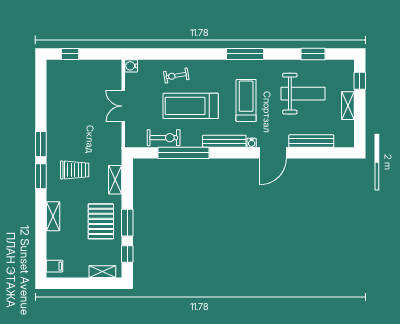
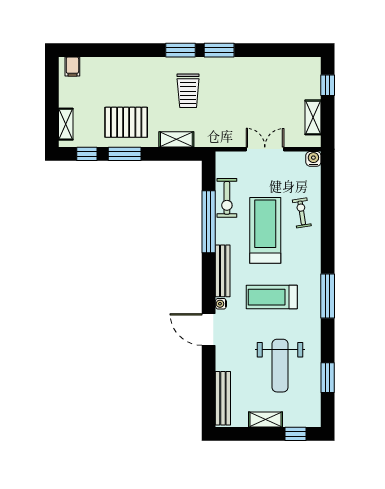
treadmill: (246, 100) -> (272, 297), turned 180
bench: (311, 141) -> (223, 398), moved
shelving: (53, 216) -> (313, 117), moved, turned 90

